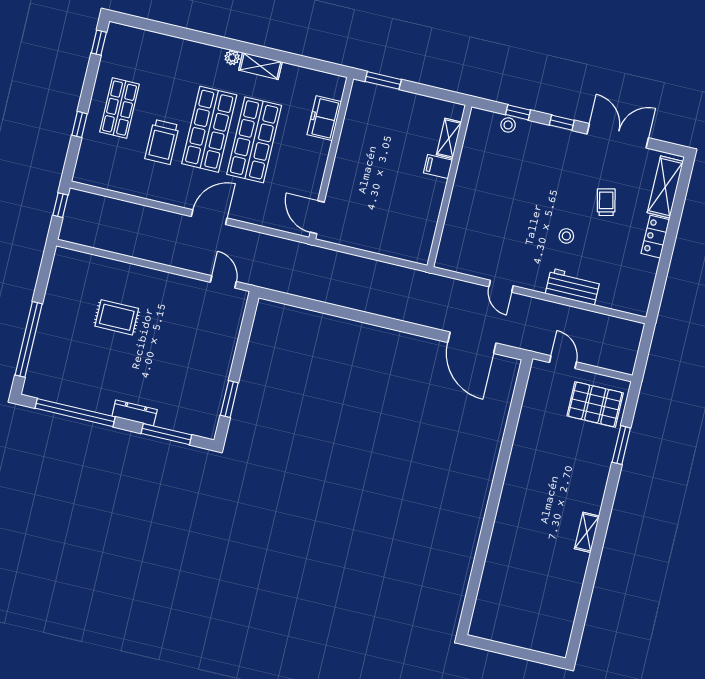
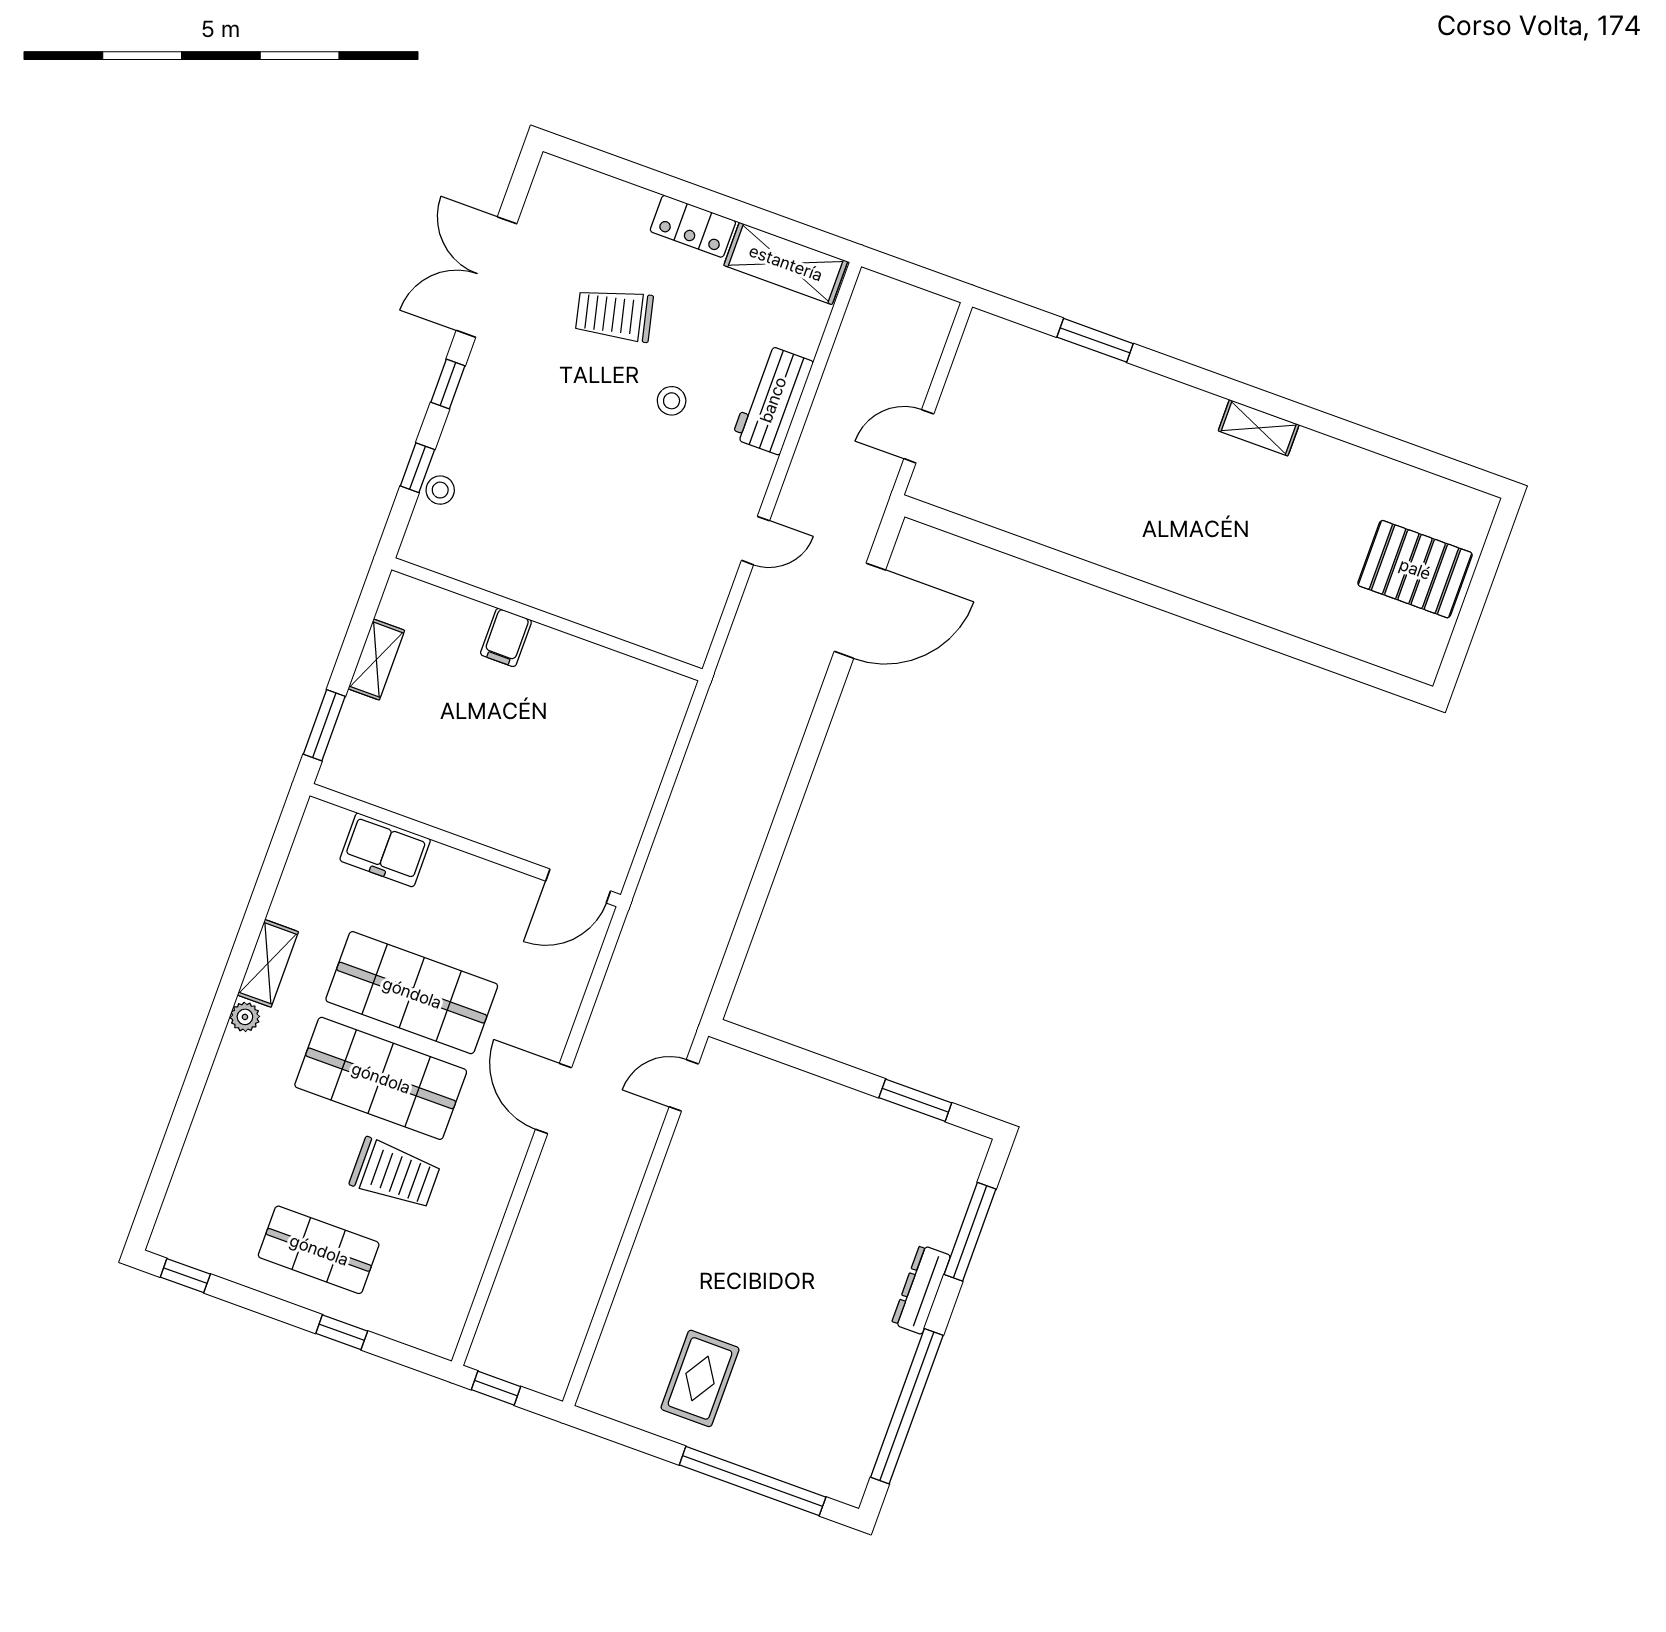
shelving: (449, 138) -> (376, 660), moved, turned 90
shelving: (665, 187) -> (786, 263), moved
trolley: (606, 202) -> (614, 315), width x1.36, depth x1.39
rug: (117, 317) -> (700, 1378), moved
pallet: (595, 404) -> (1415, 569), moved, turned 90

